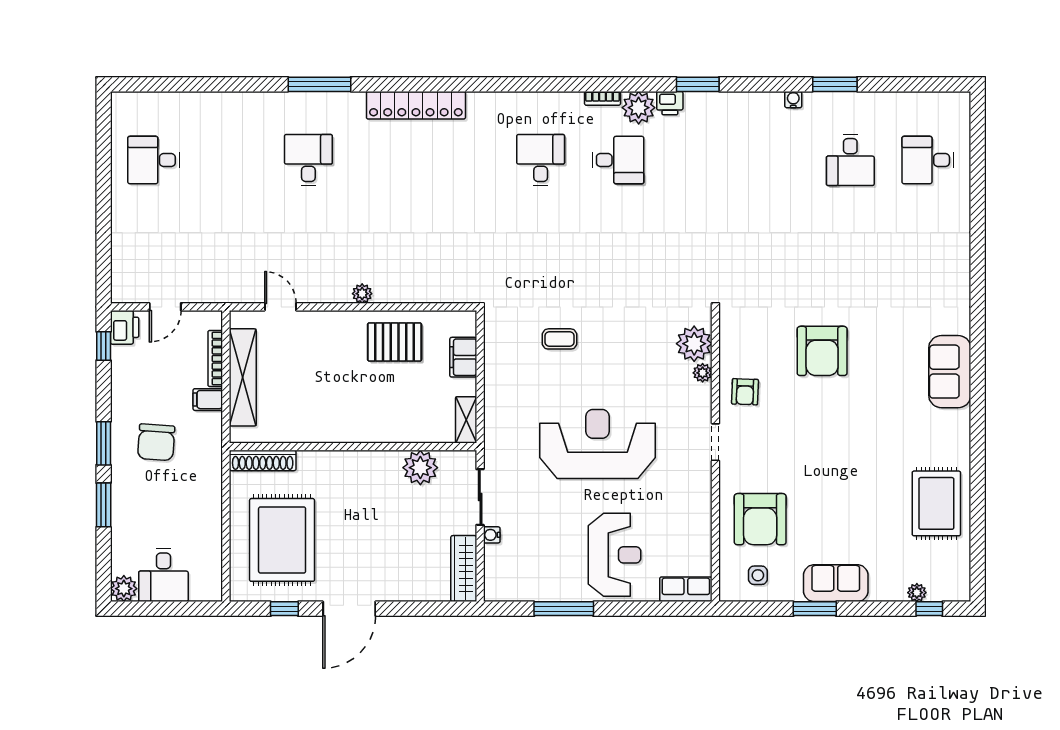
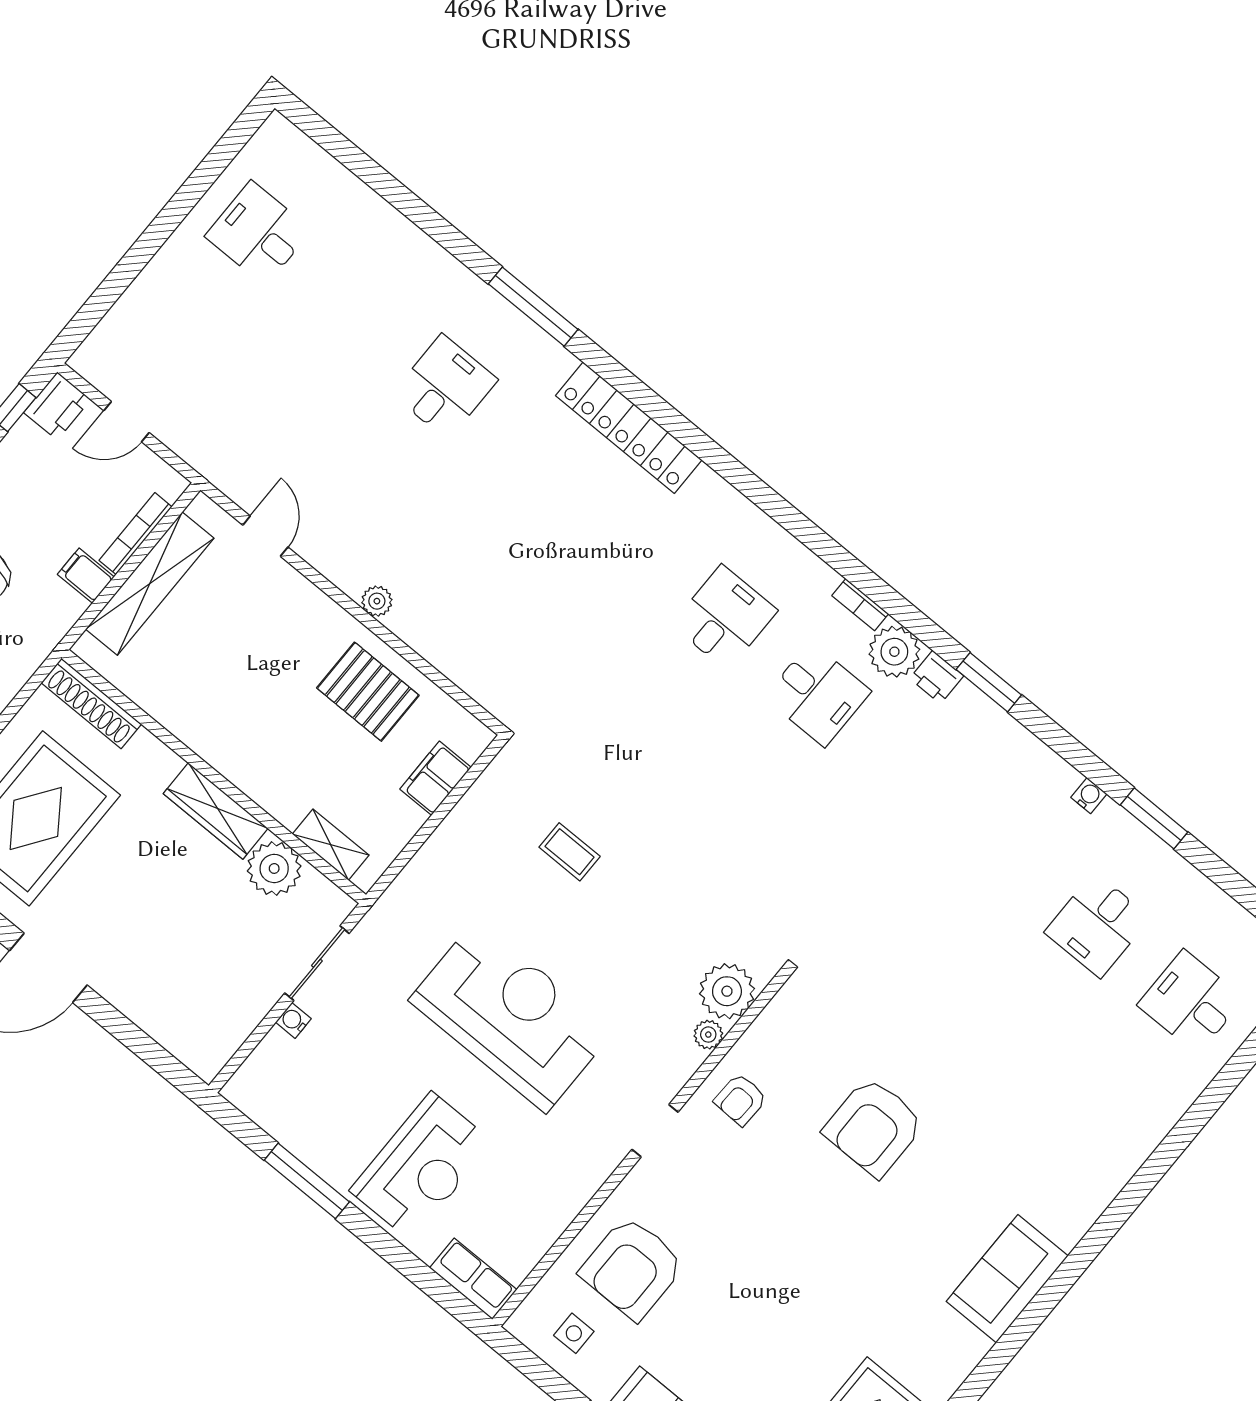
shelving: (466, 420) -> (331, 845), moved, turned 90
wardrobe: (464, 569) -> (216, 811), moved, turned -90

